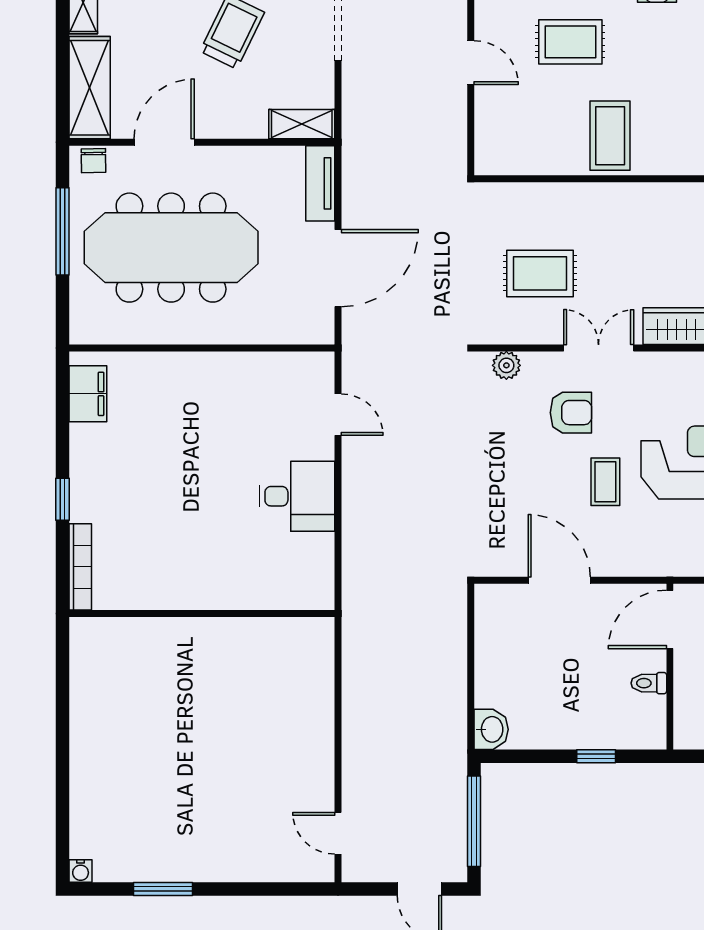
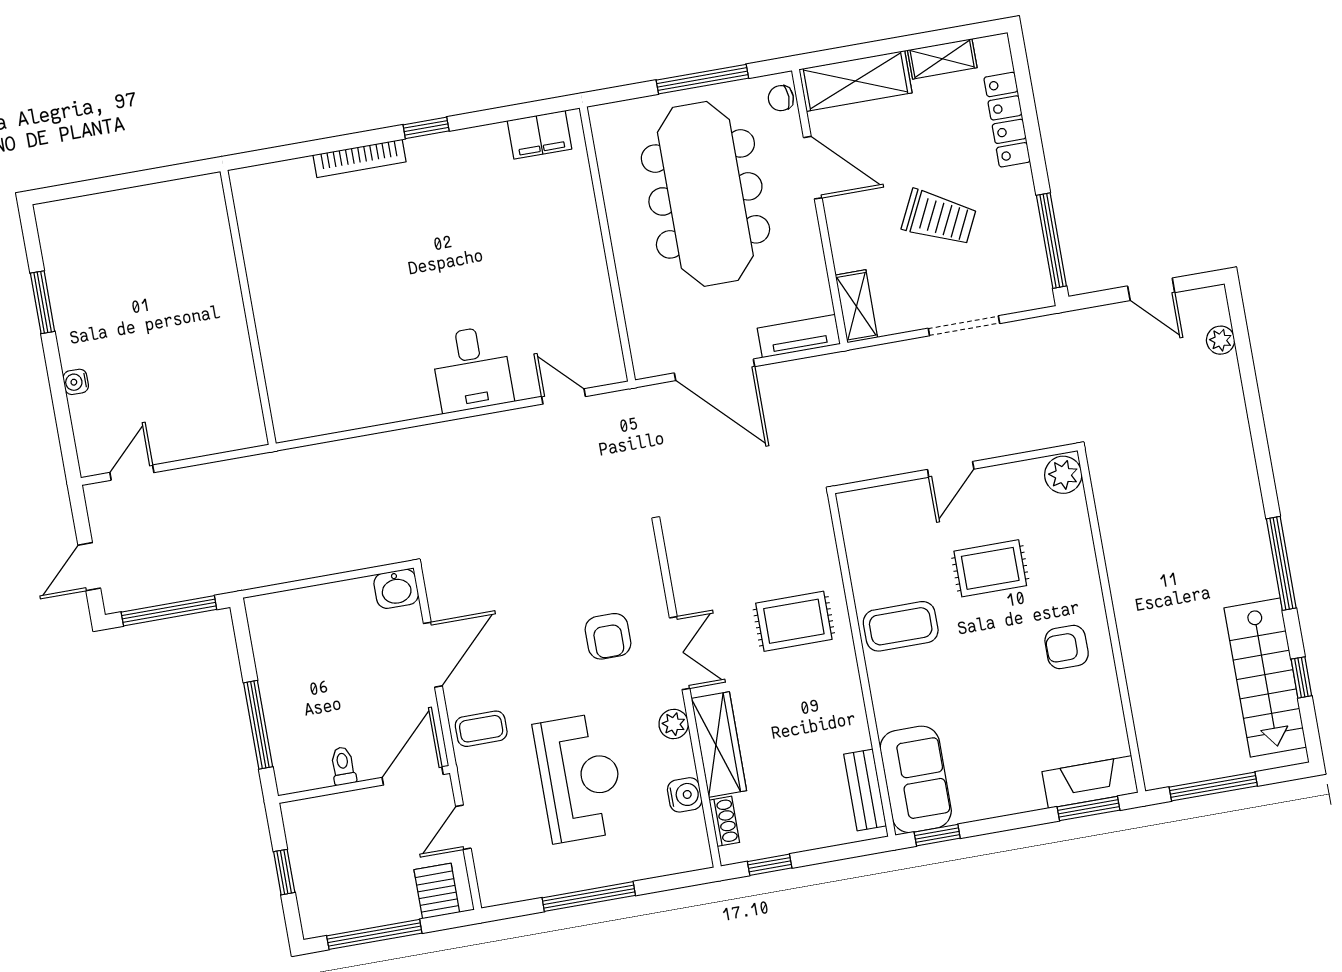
rug: (570, 42) -> (990, 568), turned 90
rug: (540, 273) -> (794, 621), moved, turned 90
plant: (506, 365) -> (674, 724), moved
door: (338, 415) -> (564, 396), swing flipped
coffee table: (605, 482) -> (481, 729), moved
wall: (202, 613) -> (248, 307), moved
door: (670, 619) -> (413, 776), hinge flipped
washbasin: (491, 729) -> (396, 589), moved
window: (596, 756) -> (258, 725), width x2.17
water cooler: (81, 871) -> (76, 382), moved

